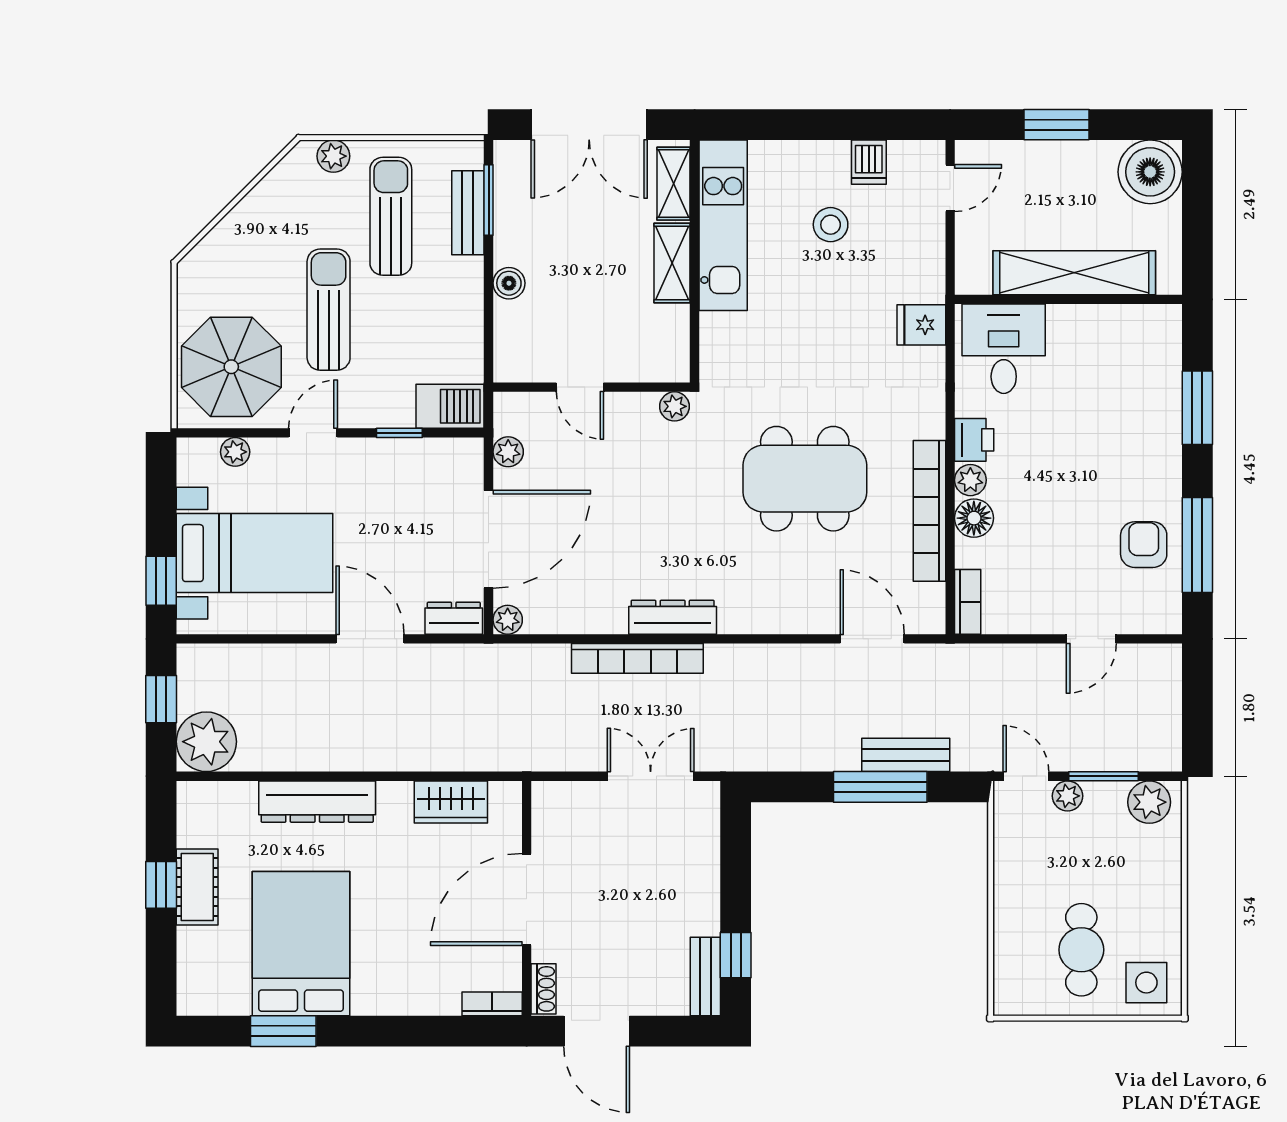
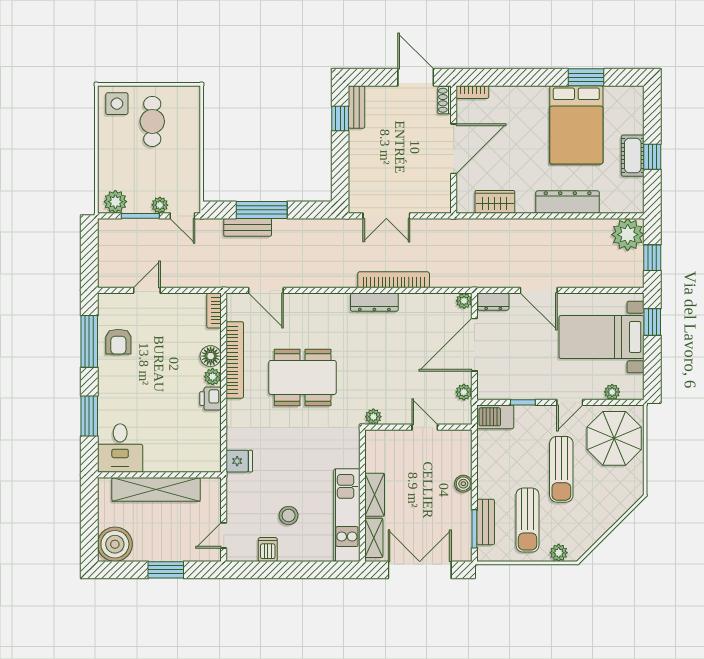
desk: (1004, 349) -> (120, 448), moved

